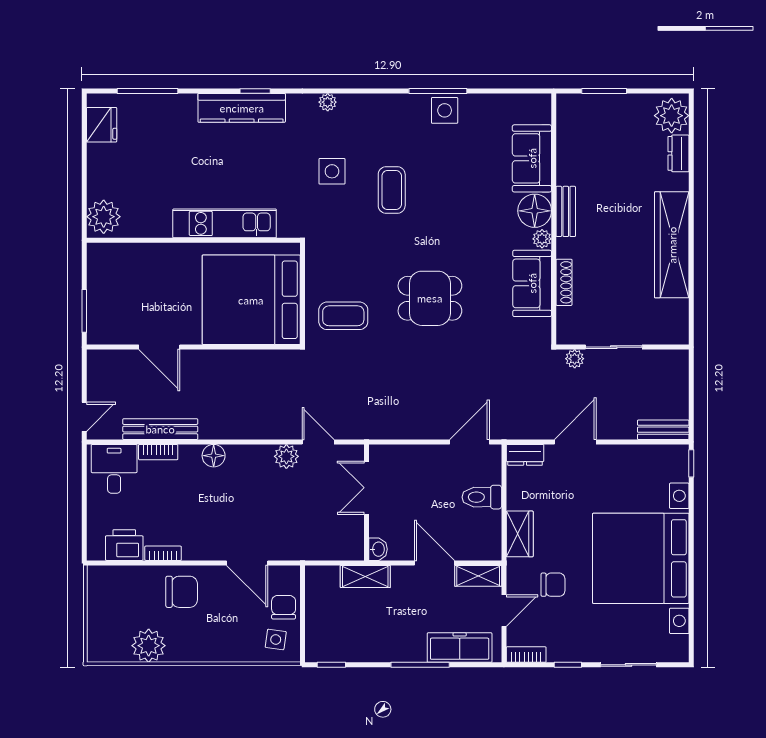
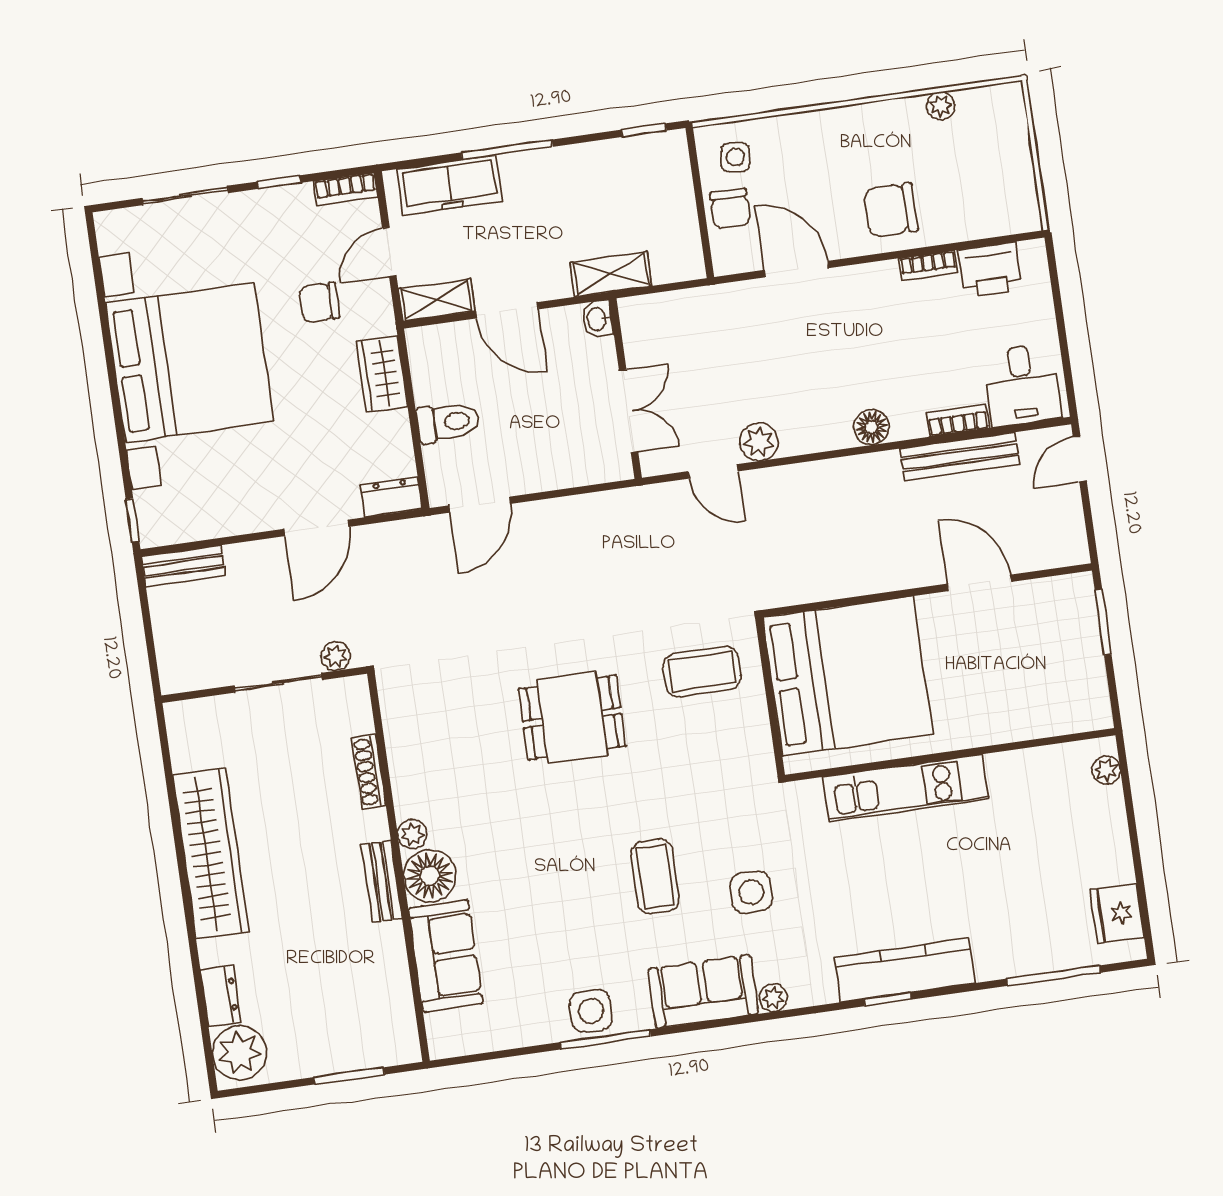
plant: (104, 217) -> (1106, 770), width x0.53, depth x0.53
sofa: (532, 283) -> (703, 991), moved, turned -90
plant: (149, 646) -> (941, 106), width x0.53, depth x0.53

